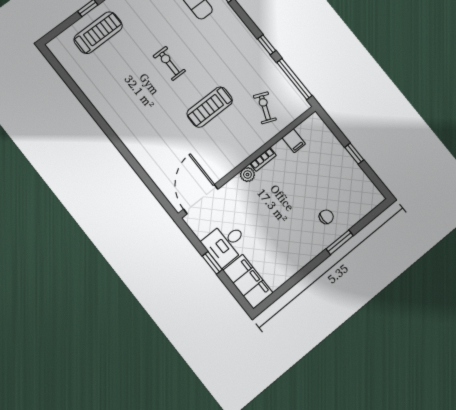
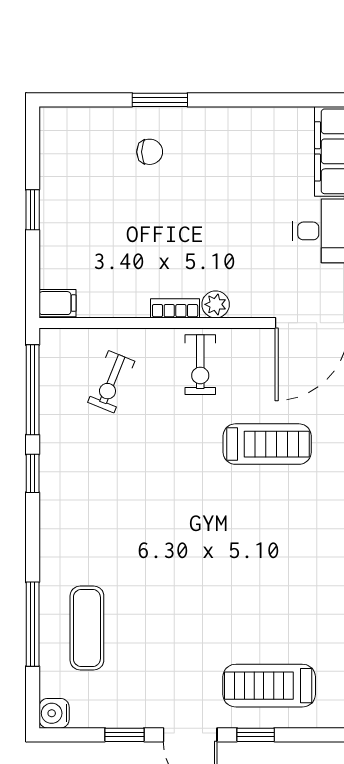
exercise bike: (169, 63) -> (200, 365), moved
treadmill: (210, 107) -> (267, 444), moved
filing cabinet: (294, 141) -> (57, 303), moved, turned 90
chair: (326, 217) -> (150, 152), turned 180

